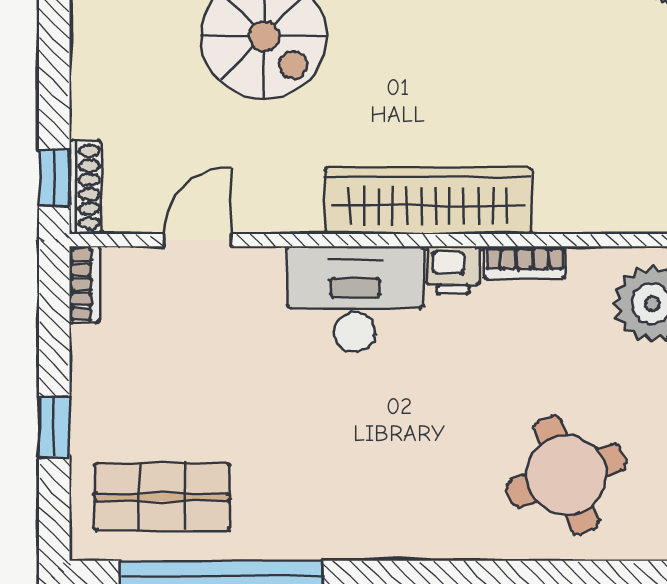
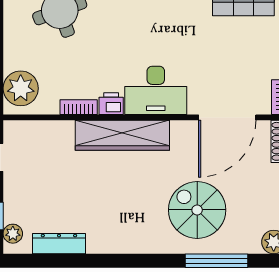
door: (198, 240) -> (227, 117), width x1.87

